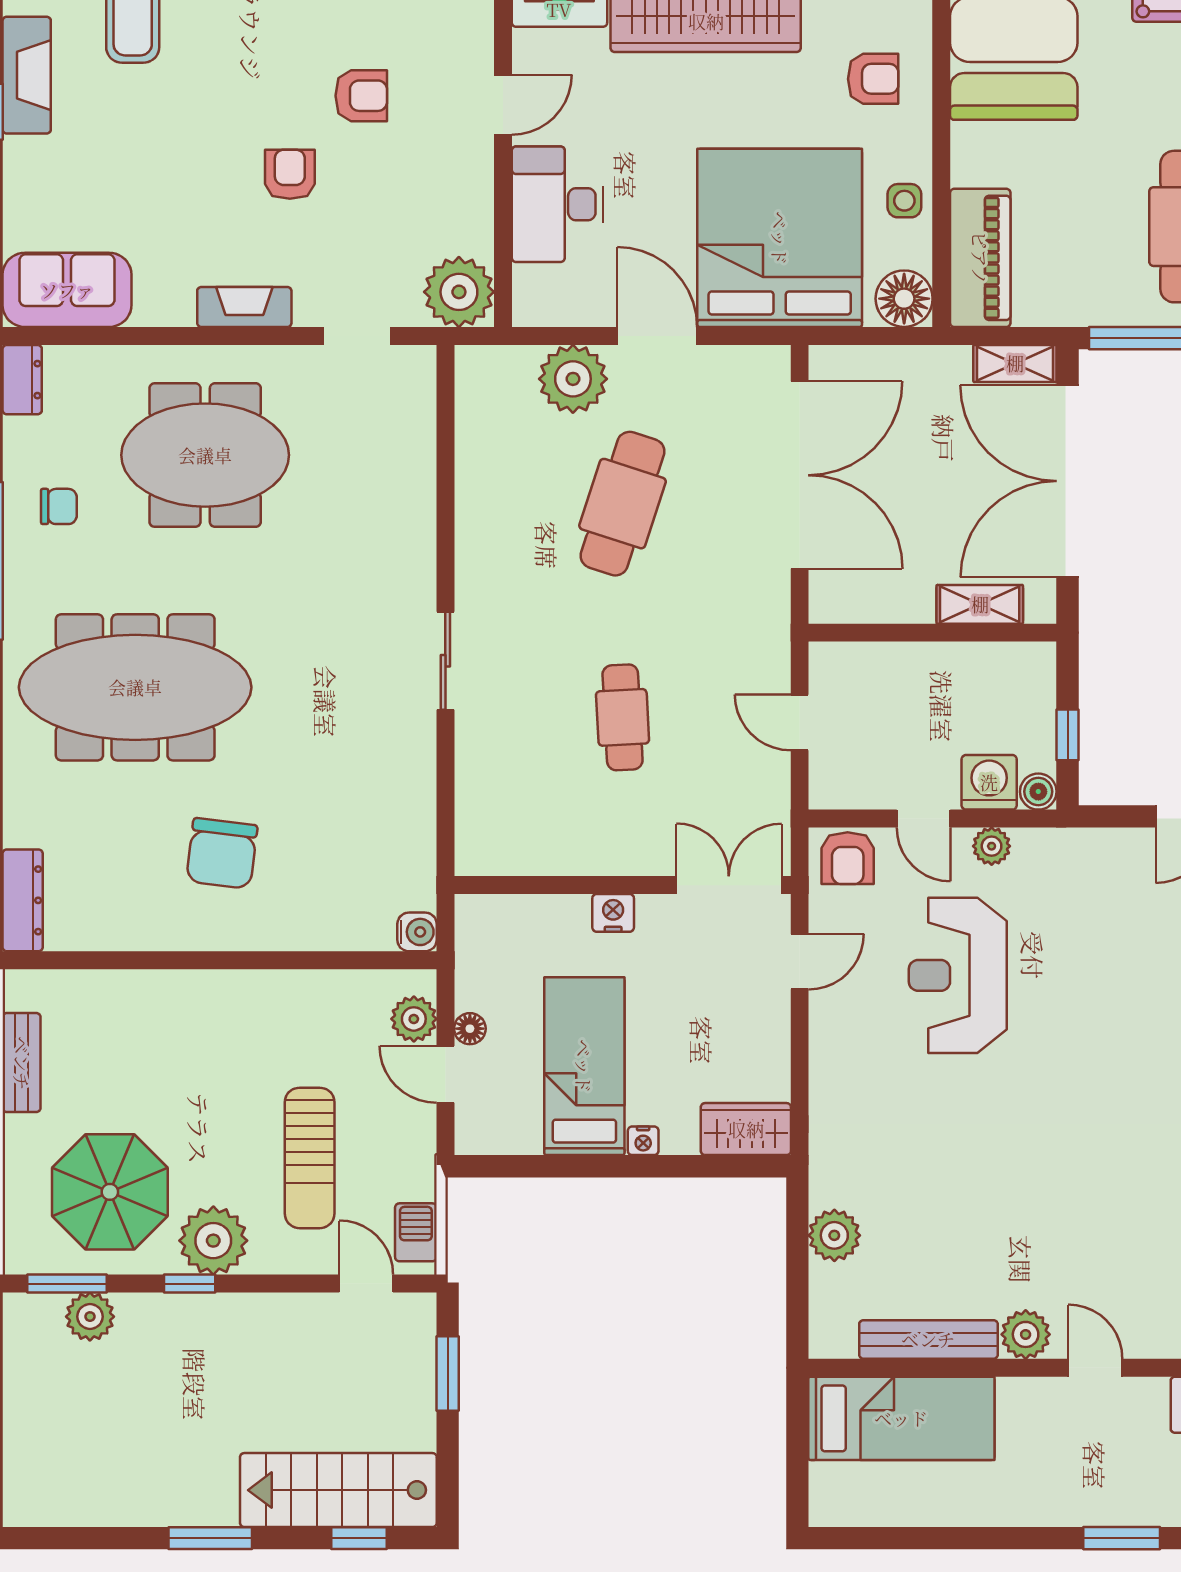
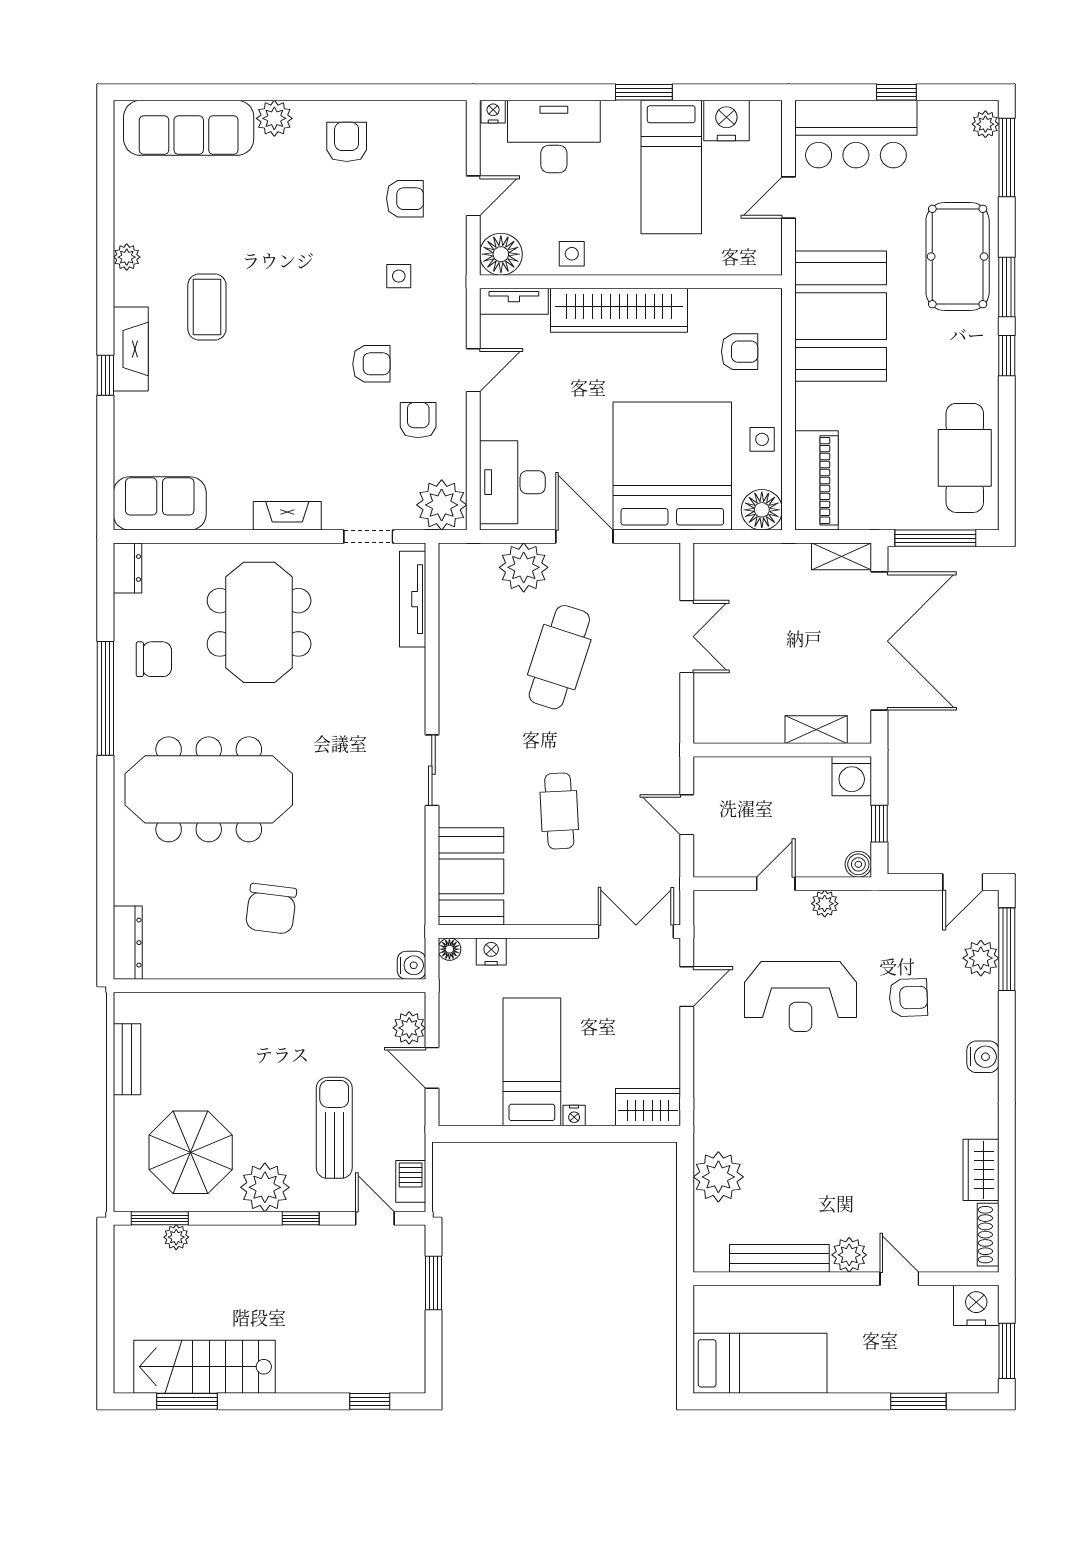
armchair: (290, 174) -> (418, 420), moved
desk: (557, 204) -> (512, 482), moved
tv unit: (418, 423) -> (413, 599), added
meeting table: (205, 455) -> (259, 622), turned 90
double door: (800, 475) -> (687, 637), width x0.54
double door: (1068, 481) -> (879, 641), swing flipped
chair: (59, 506) -> (154, 659), width x1.37, depth x1.37
washing machine: (989, 782) -> (852, 776), moved, turned 180
booth: (500, 808) -> (471, 876), added
door: (923, 819) -> (776, 884), swing flipped
armchair: (848, 858) -> (908, 998), moved, turned -92
nightstand: (613, 913) -> (491, 952), moved
reception desk: (958, 975) -> (800, 997), turned -90
floor lamp: (470, 1029) -> (449, 949), moved
sun lounger: (310, 1158) -> (334, 1128), turned 180
plant: (834, 1235) -> (718, 1177), width x1.36, depth x1.36
window: (190, 1284) -> (301, 1218), moved
plant: (90, 1317) -> (176, 1237), width x0.73, depth x0.73
bed: (901, 1418) -> (760, 1363), moved
stairs: (338, 1490) -> (204, 1367), moved
window: (210, 1538) -> (187, 1401), moved

